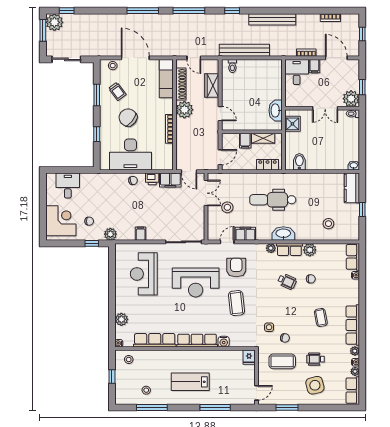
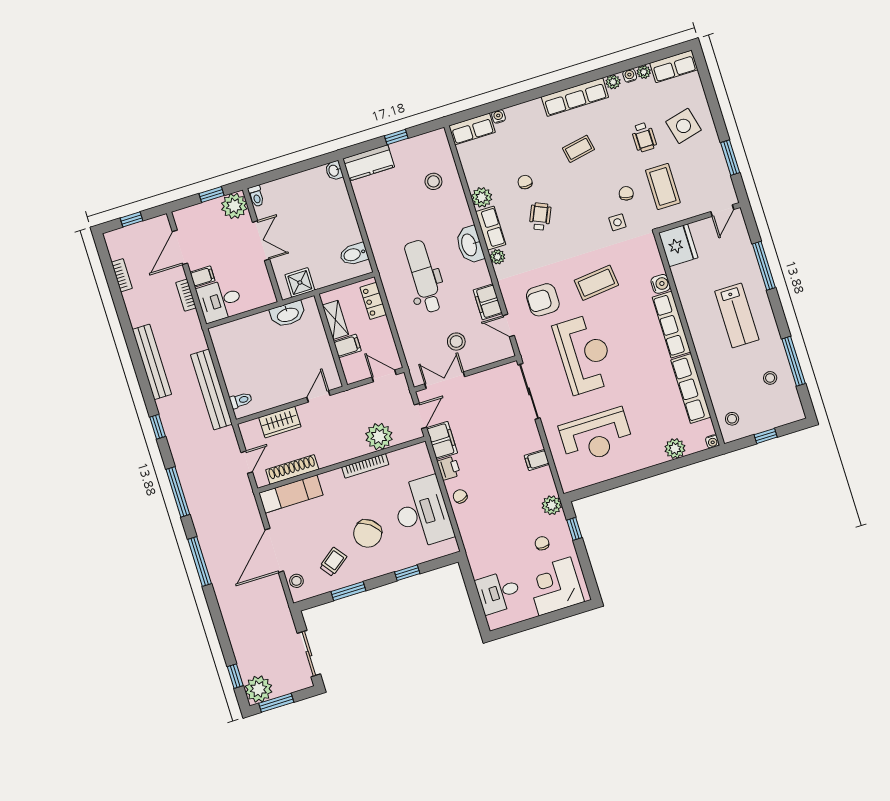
plant: (184, 110) -> (379, 436), moved
dental chair: (273, 200) -> (424, 276), turned 180
fridge: (249, 357) -> (678, 245), width x1.88, depth x1.34
door: (256, 393) -> (722, 210), swing flipped

